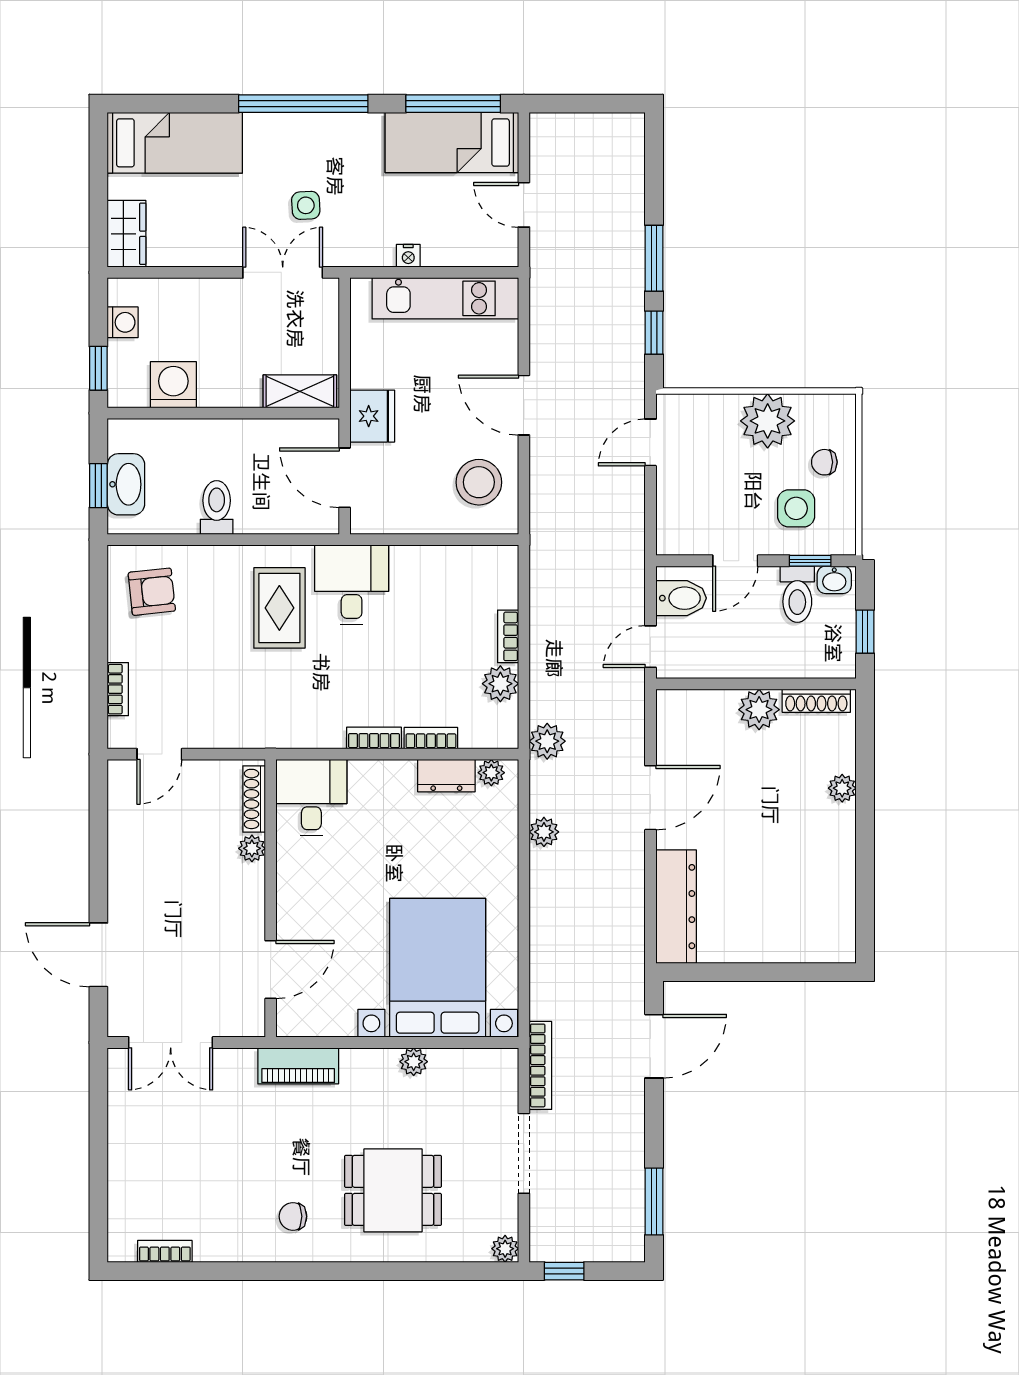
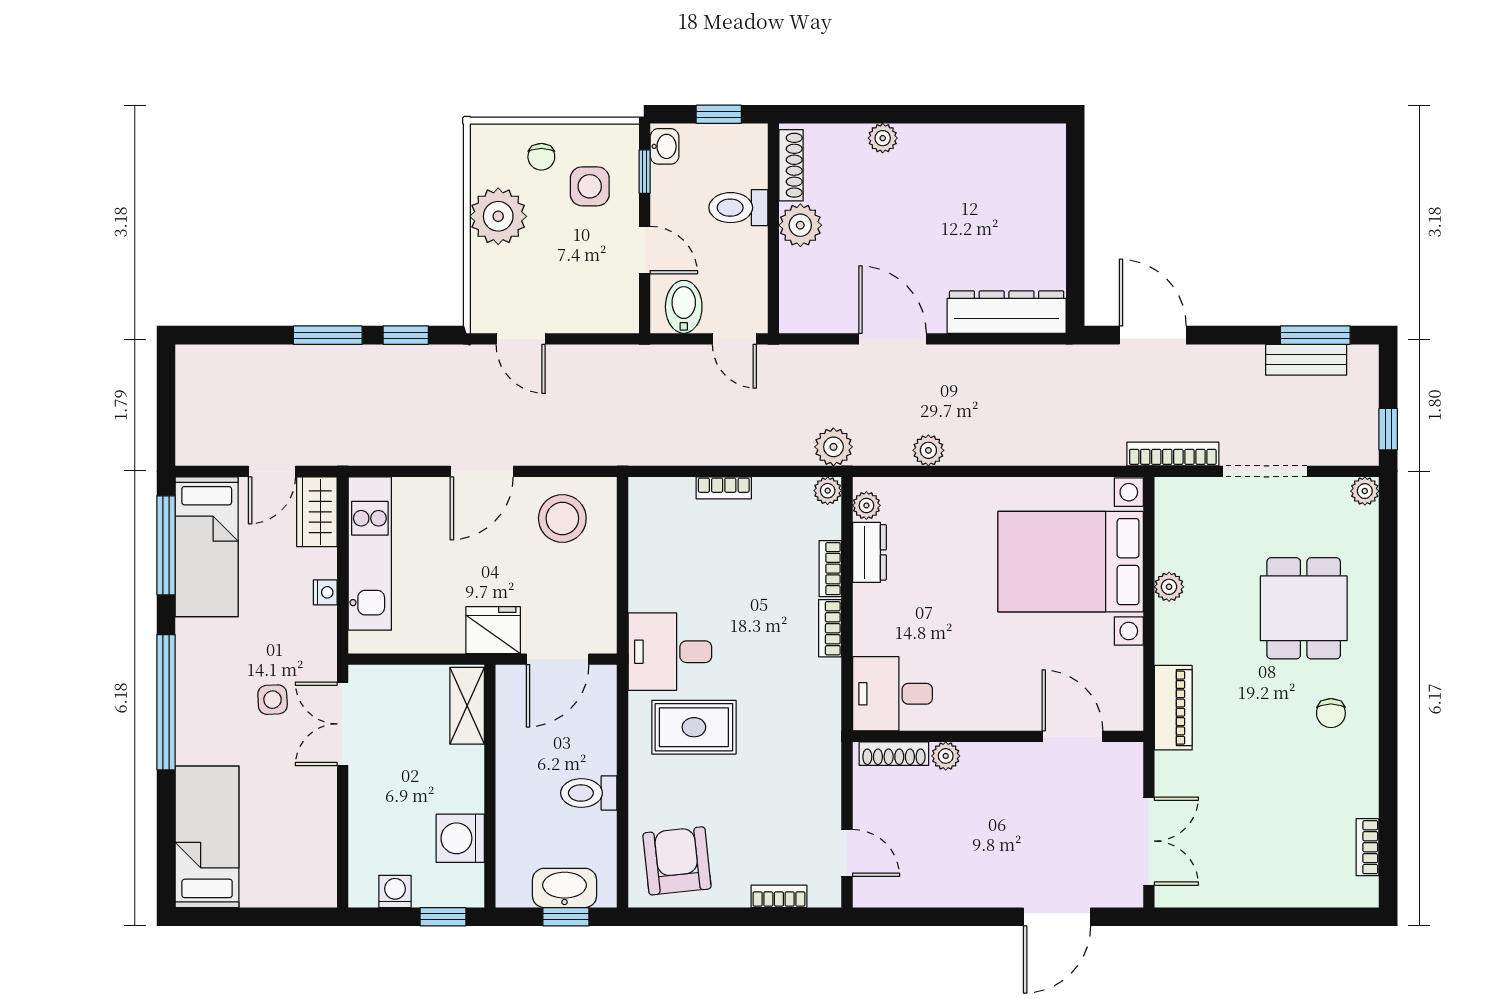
wardrobe: (127, 234) -> (317, 512), moved, turned -90
armchair: (152, 592) -> (677, 861), width x1.38, depth x1.38
toilet: (797, 594) -> (738, 208), moved, turned 180
plant: (500, 684) -> (828, 491), moved, width x0.73, depth x0.73
bench: (630, 1193) -> (1306, 360), added

